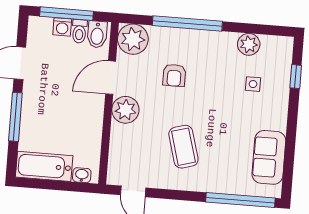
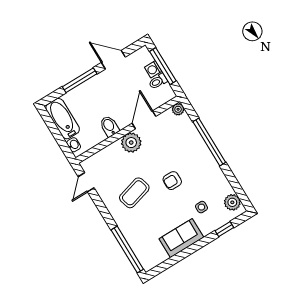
bidet: (97, 34) -> (109, 126), moved, turned 90
plant: (133, 39) -> (178, 109), width x0.53, depth x0.53
plant: (249, 44) -> (232, 202), moved
armchair: (174, 75) -> (172, 181), moved
door: (111, 78) -> (144, 120), hinge flipped
sofa: (269, 157) -> (181, 238), moved

